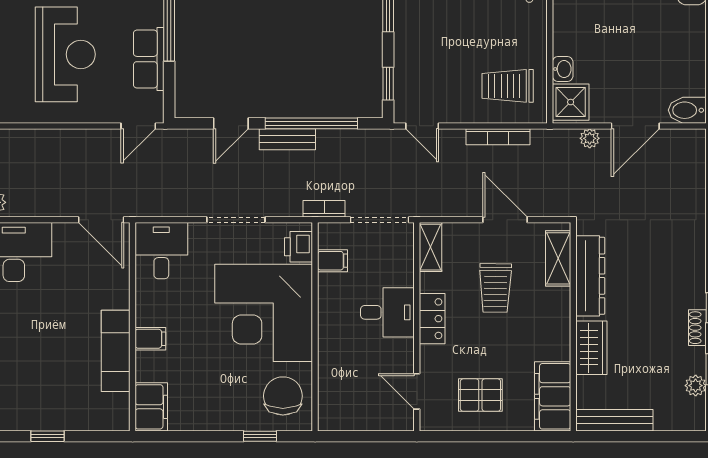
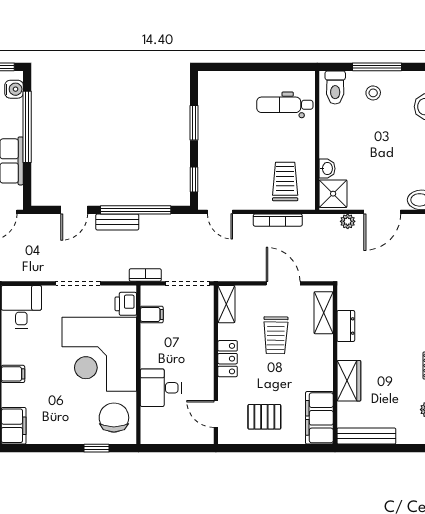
trolley: (508, 86) -> (285, 181), turned 90
dresser: (590, 276) -> (346, 326), width x0.51, depth x0.80
desk: (387, 312) -> (161, 388), moved, turned 180

